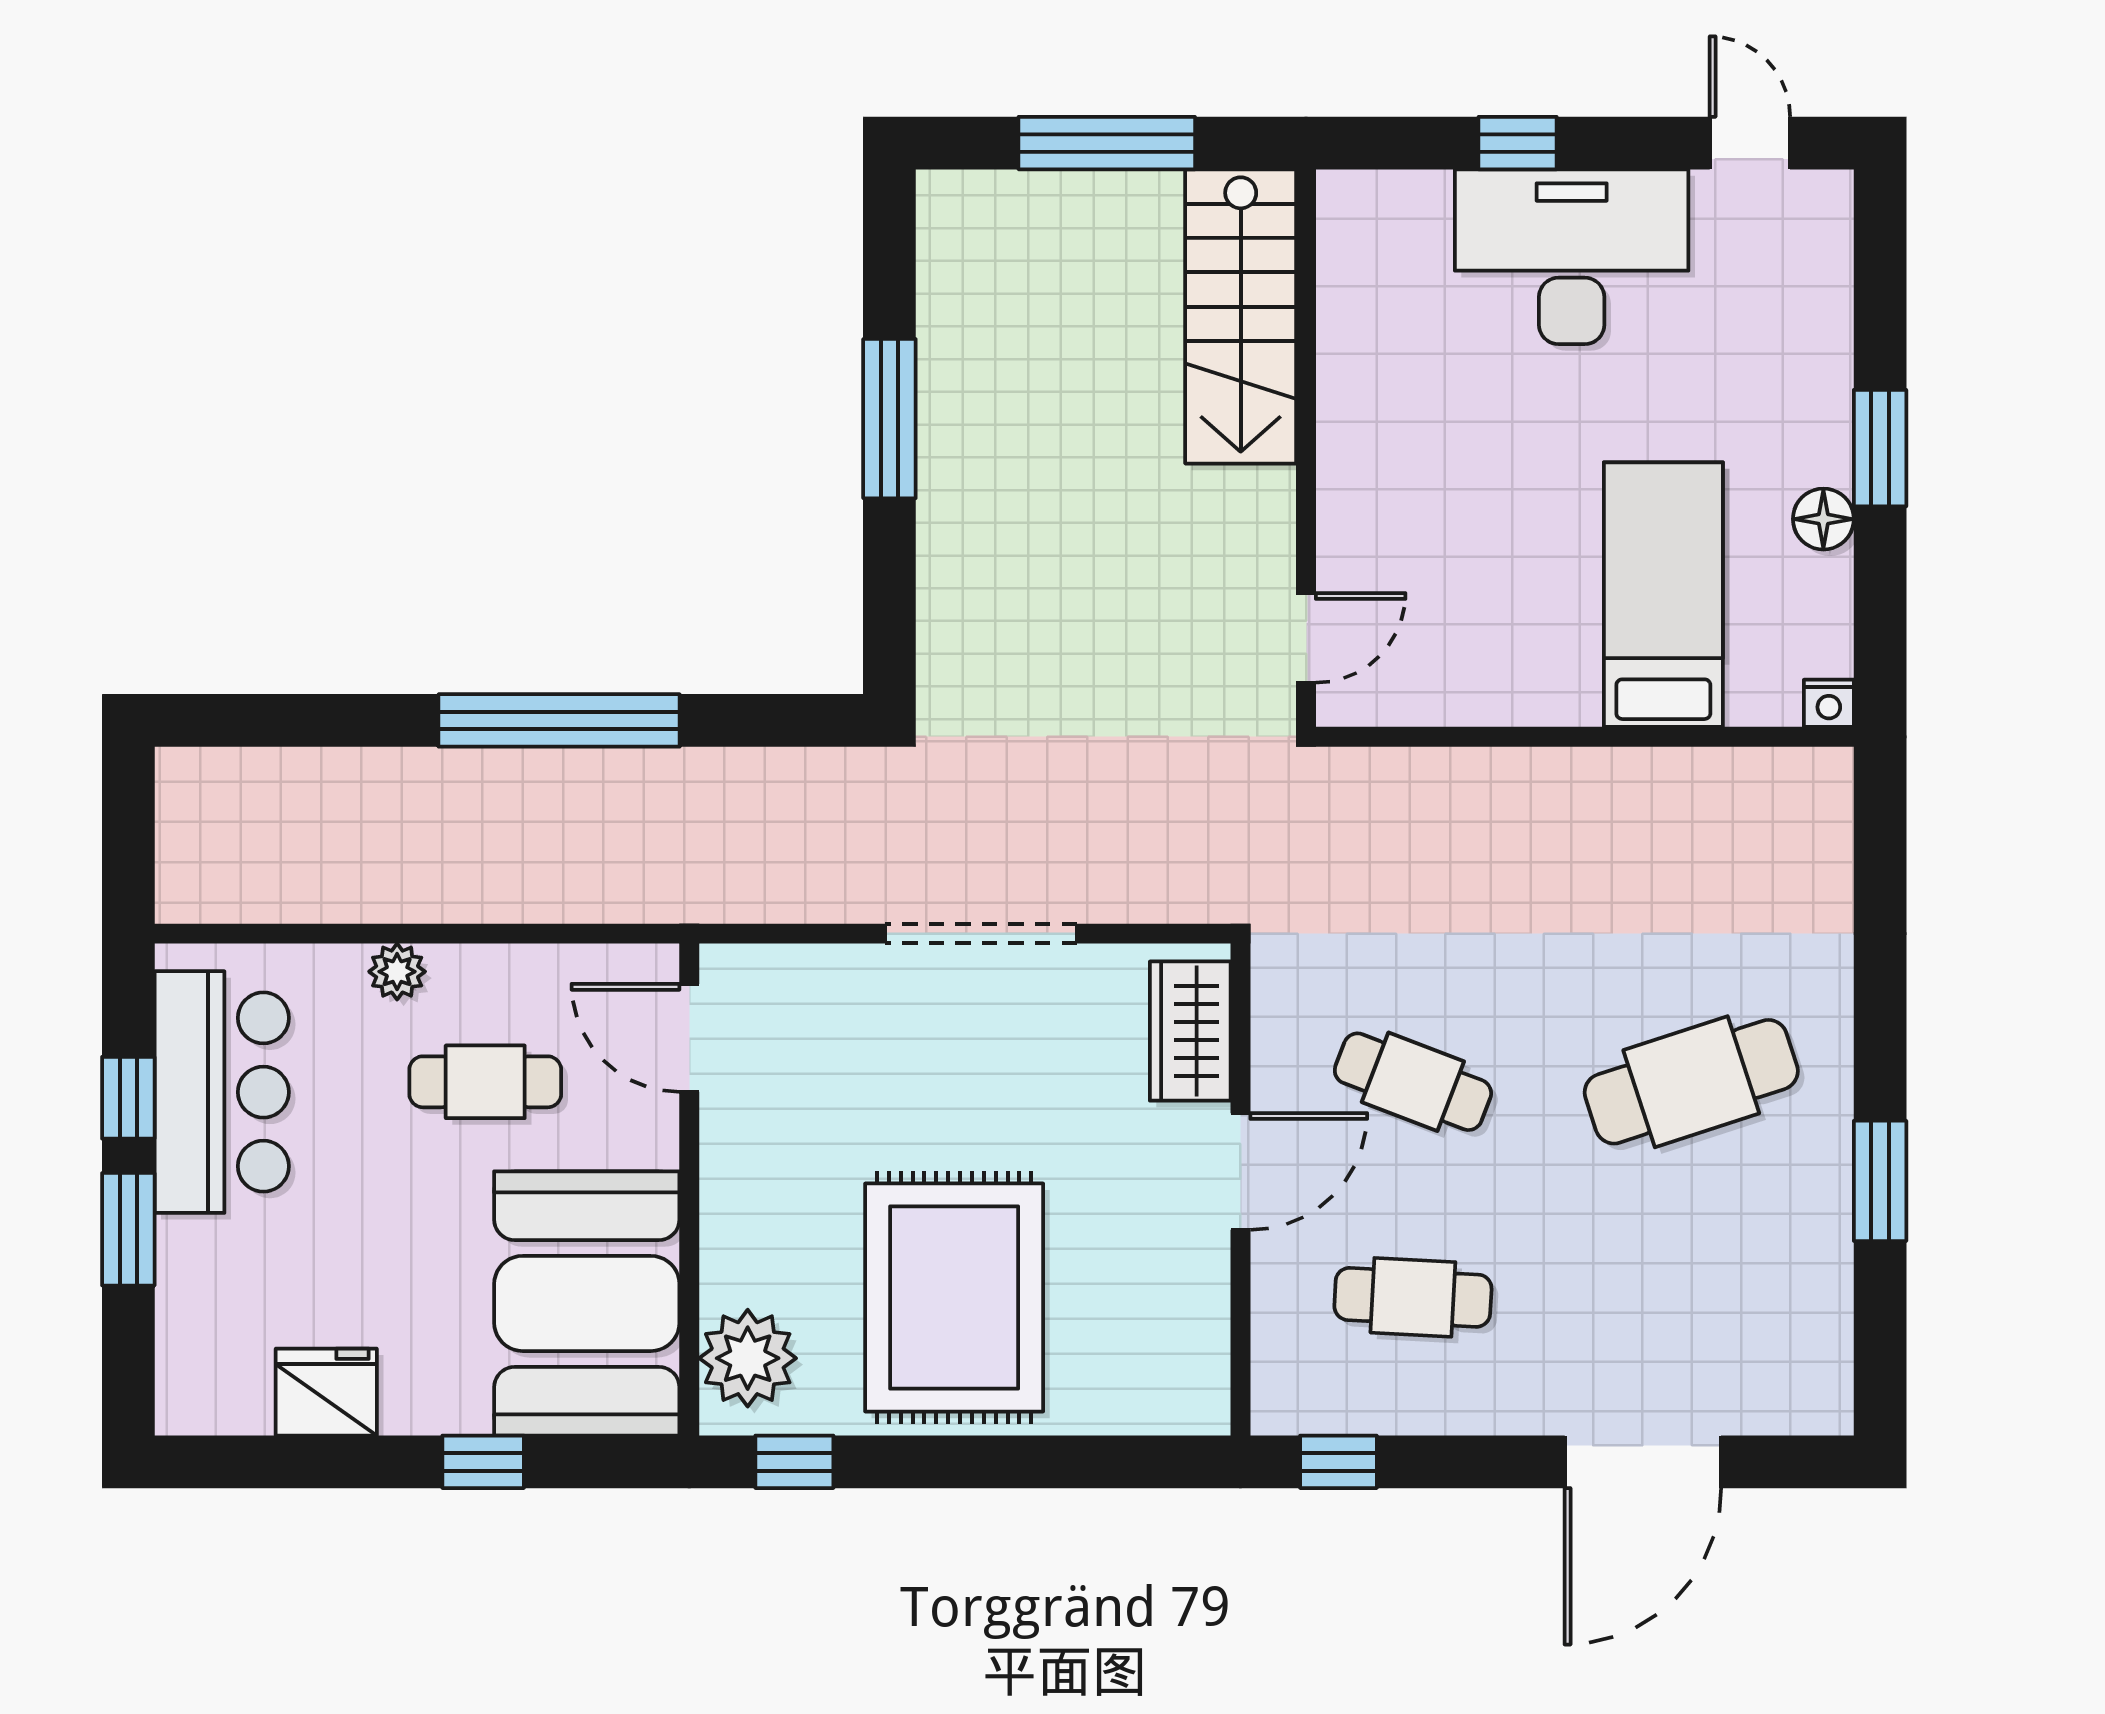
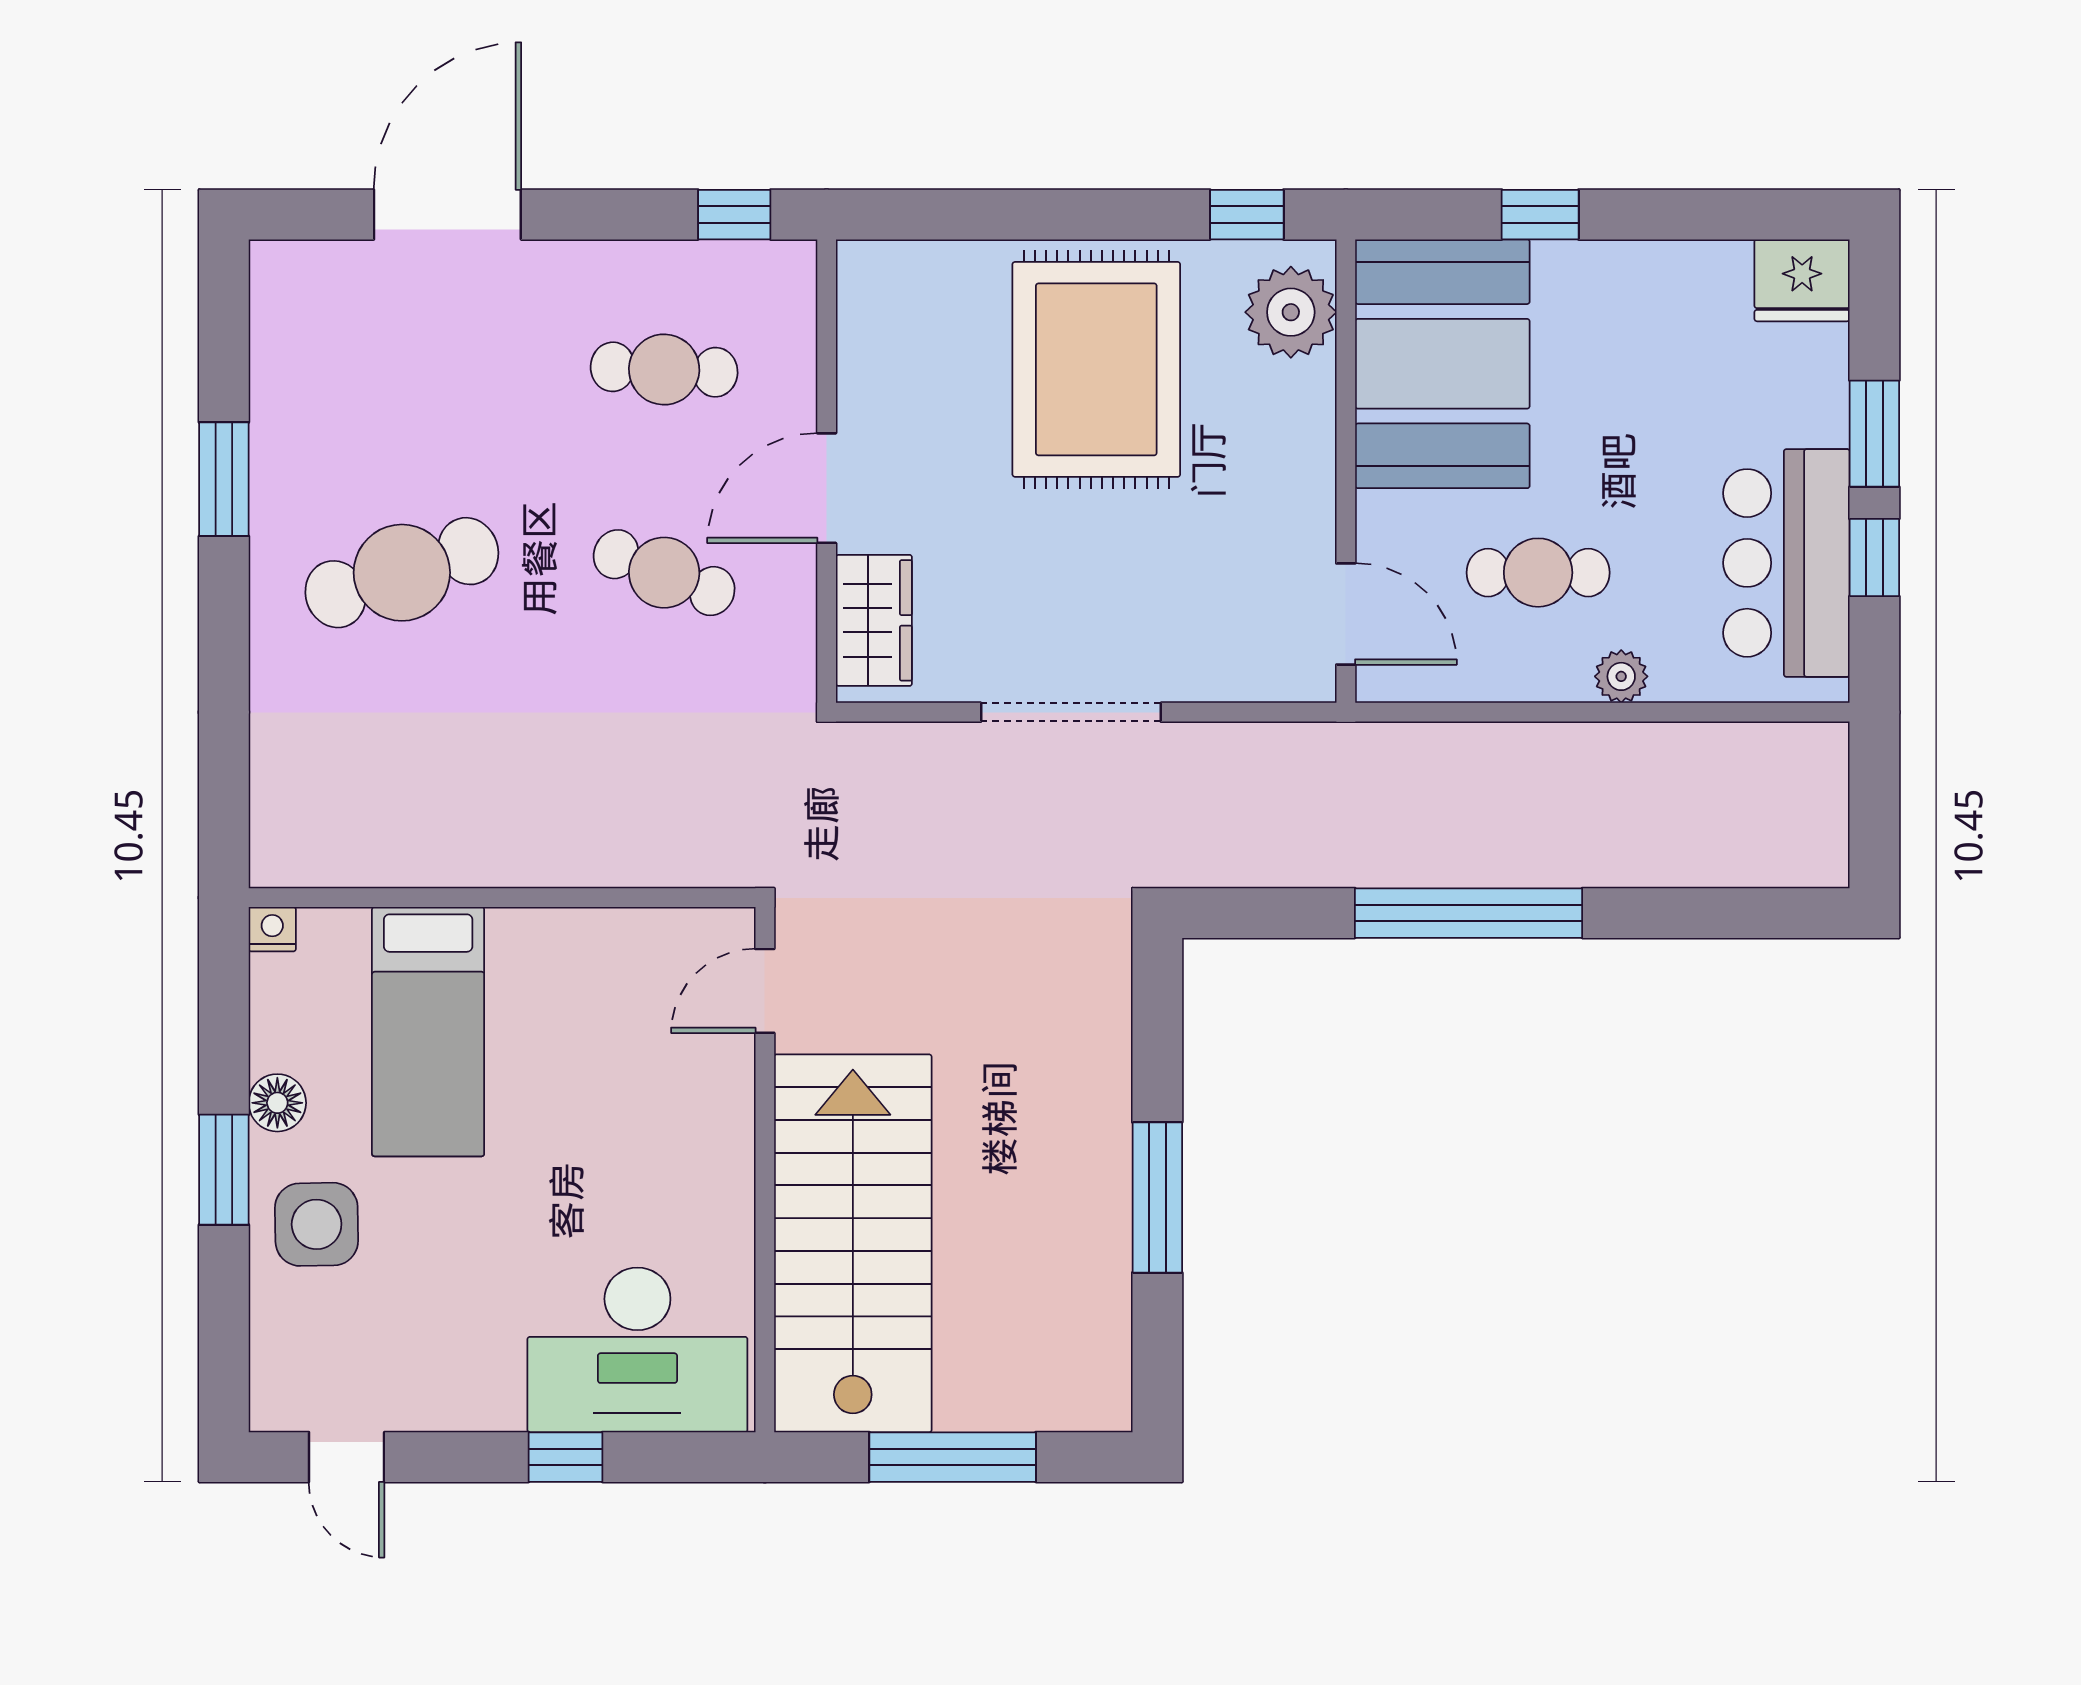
desk: (1572, 257) -> (637, 1350), moved
stairs: (1241, 316) -> (853, 1243), width x1.36, depth x1.51
side table: (1782, 390) -> (317, 1224), added
fridge: (326, 1392) -> (1802, 280), moved

